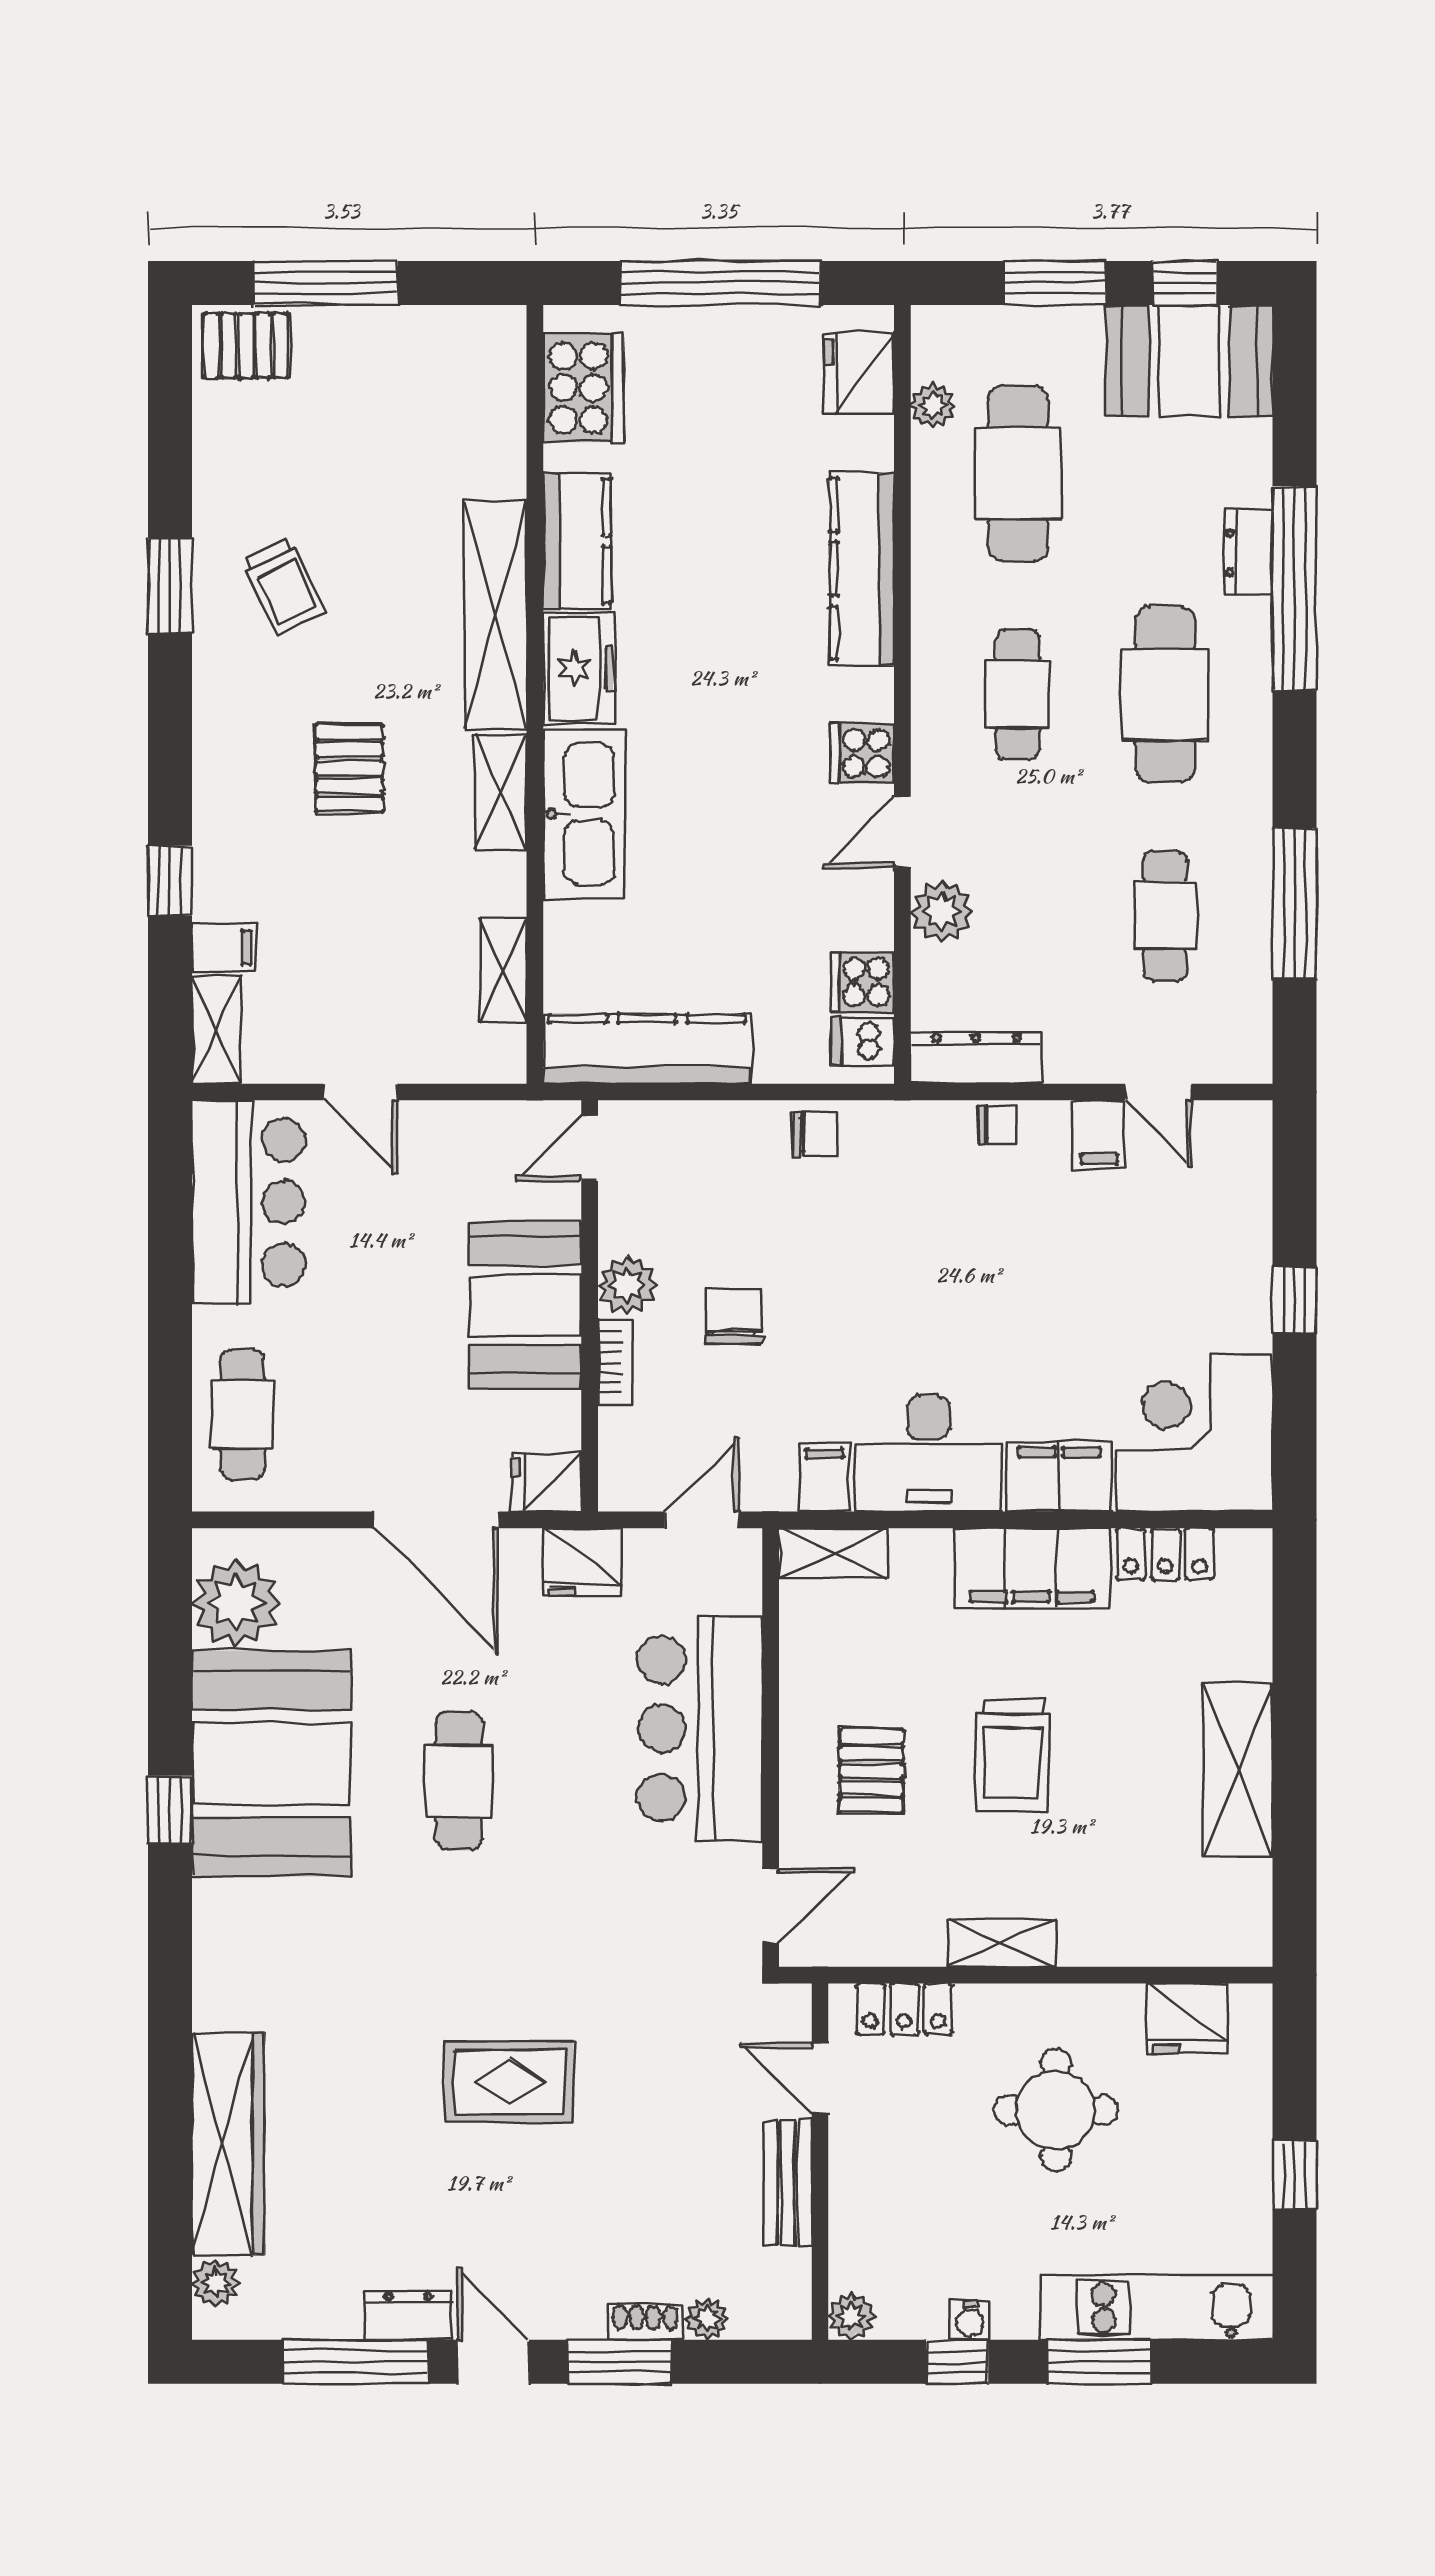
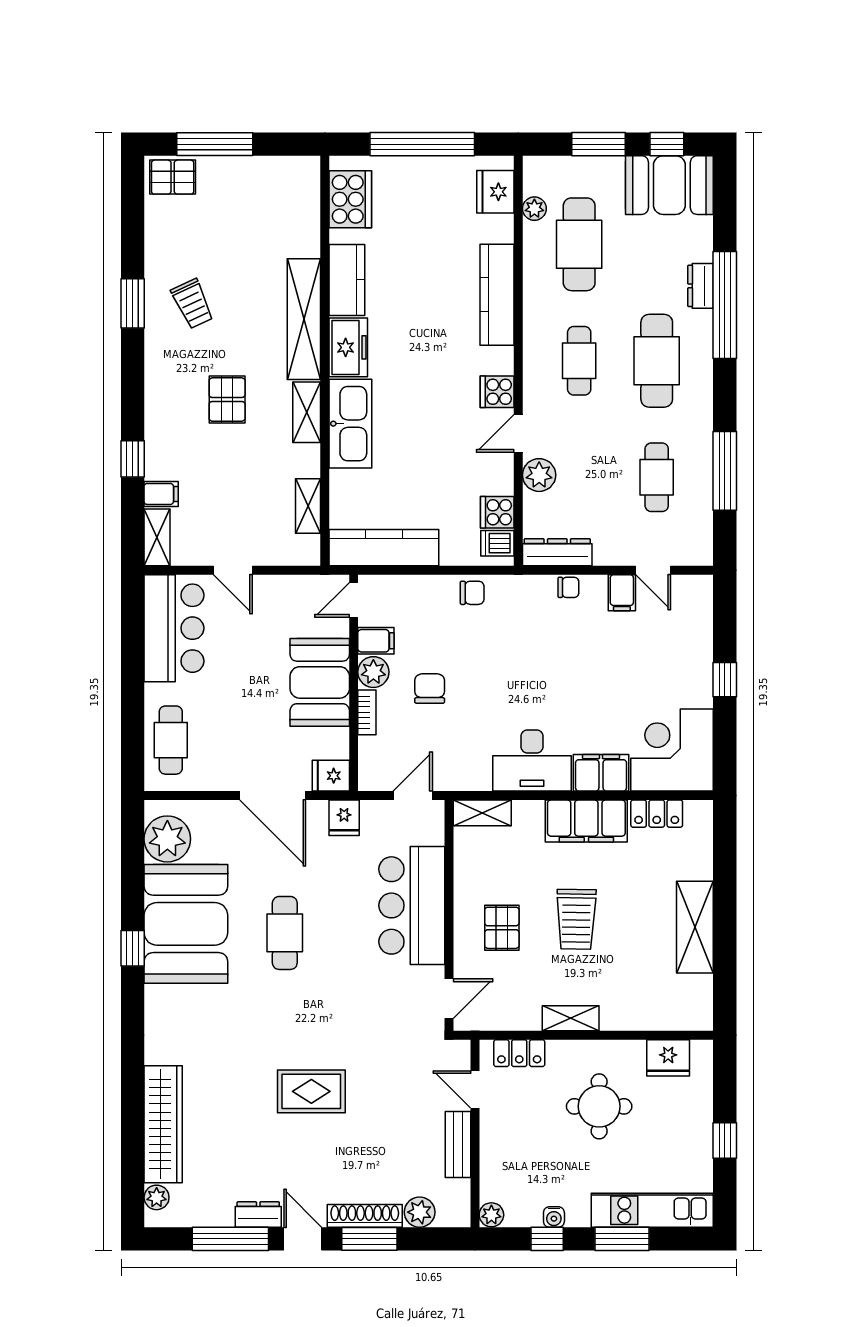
filing cabinet: (824, 1477) -> (376, 641), moved, turned 90
fridge: (582, 1562) -> (344, 818), width x0.72
plant: (707, 2319) -> (420, 1212), width x1.38, depth x1.38
shoe rack: (645, 2322) -> (365, 1216), width x1.94, depth x1.24

